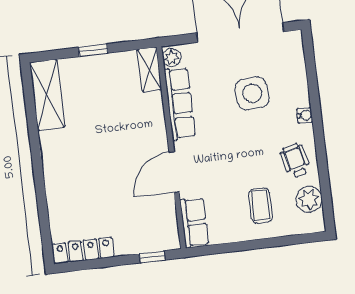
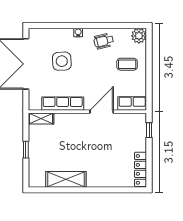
plant: (172, 57) -> (36, 105), removed
shelving: (47, 95) -> (66, 179), moved
door: (174, 172) -> (102, 112), swing flipped
plant: (309, 199) -> (139, 36), moved

